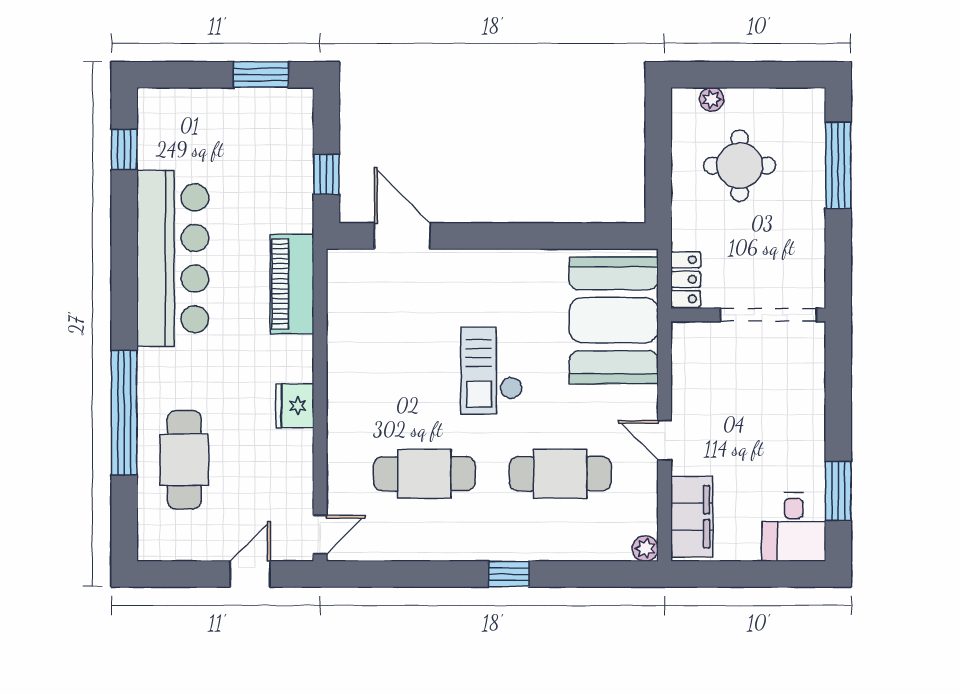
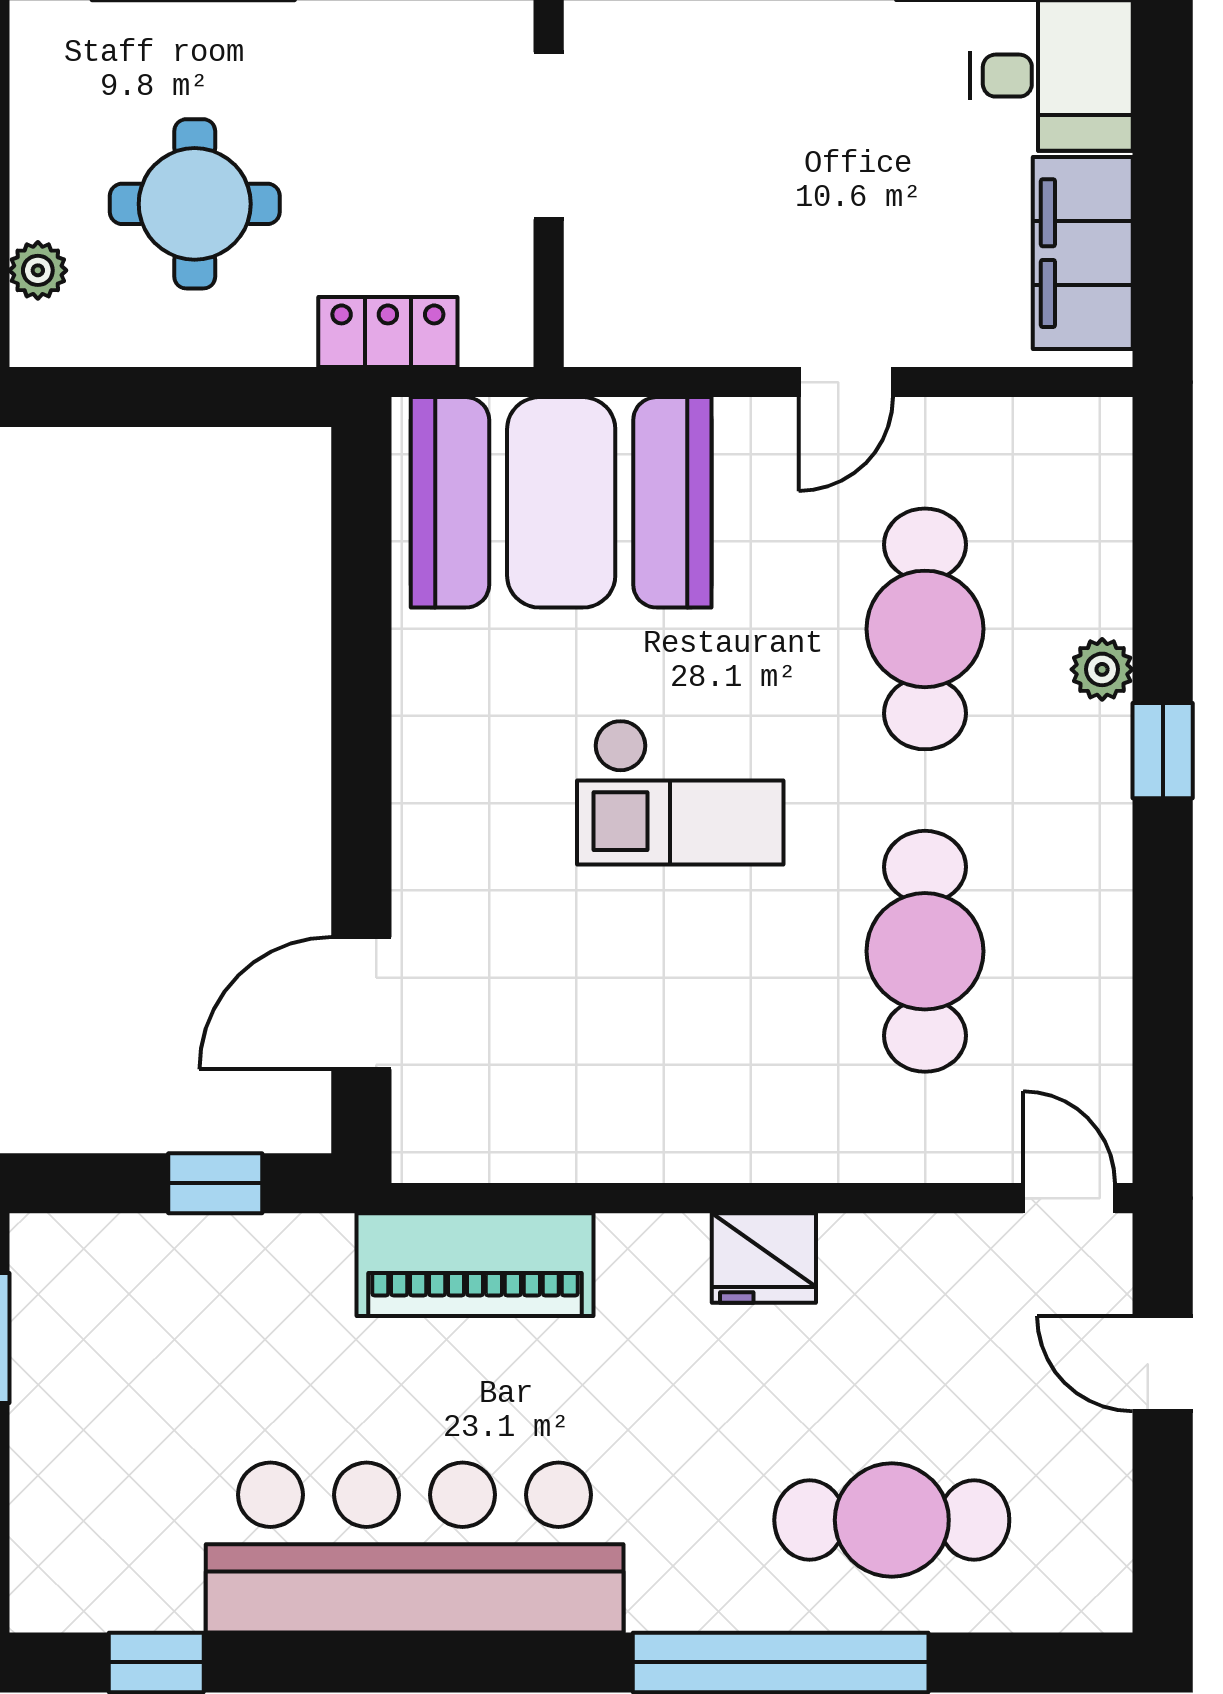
locker: (686, 279) -> (388, 332), moved
doorway: (768, 315) -> (549, 136), width x0.73
filing cabinet: (692, 517) -> (1083, 253), moved, turned -90
plant: (645, 548) -> (1102, 669), moved

